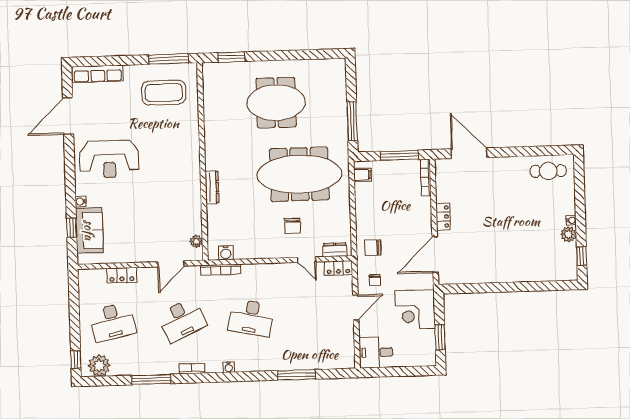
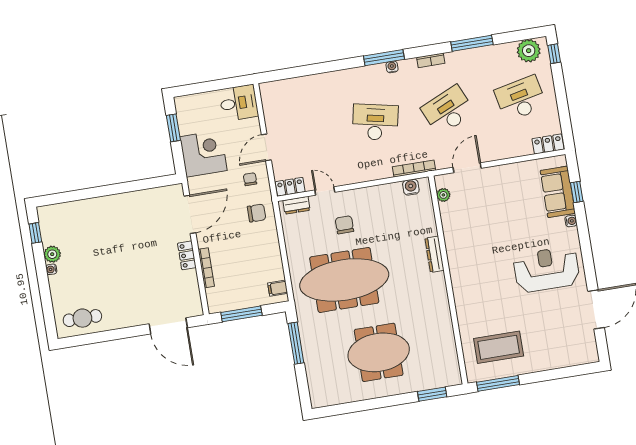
row of seats: (98, 74) -> (571, 358), removed
bookcase: (426, 178) -> (206, 268), moved
locker: (122, 275) -> (548, 144), moved
window: (296, 375) -> (384, 58), moved

